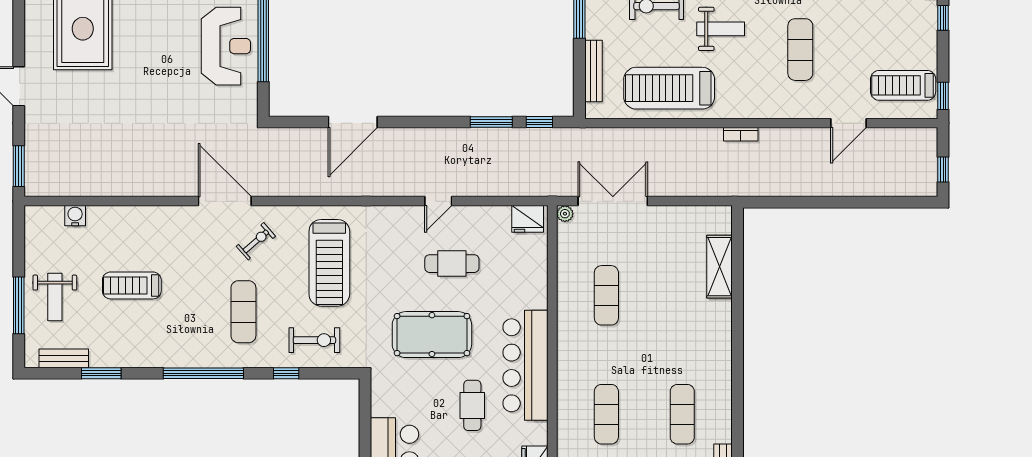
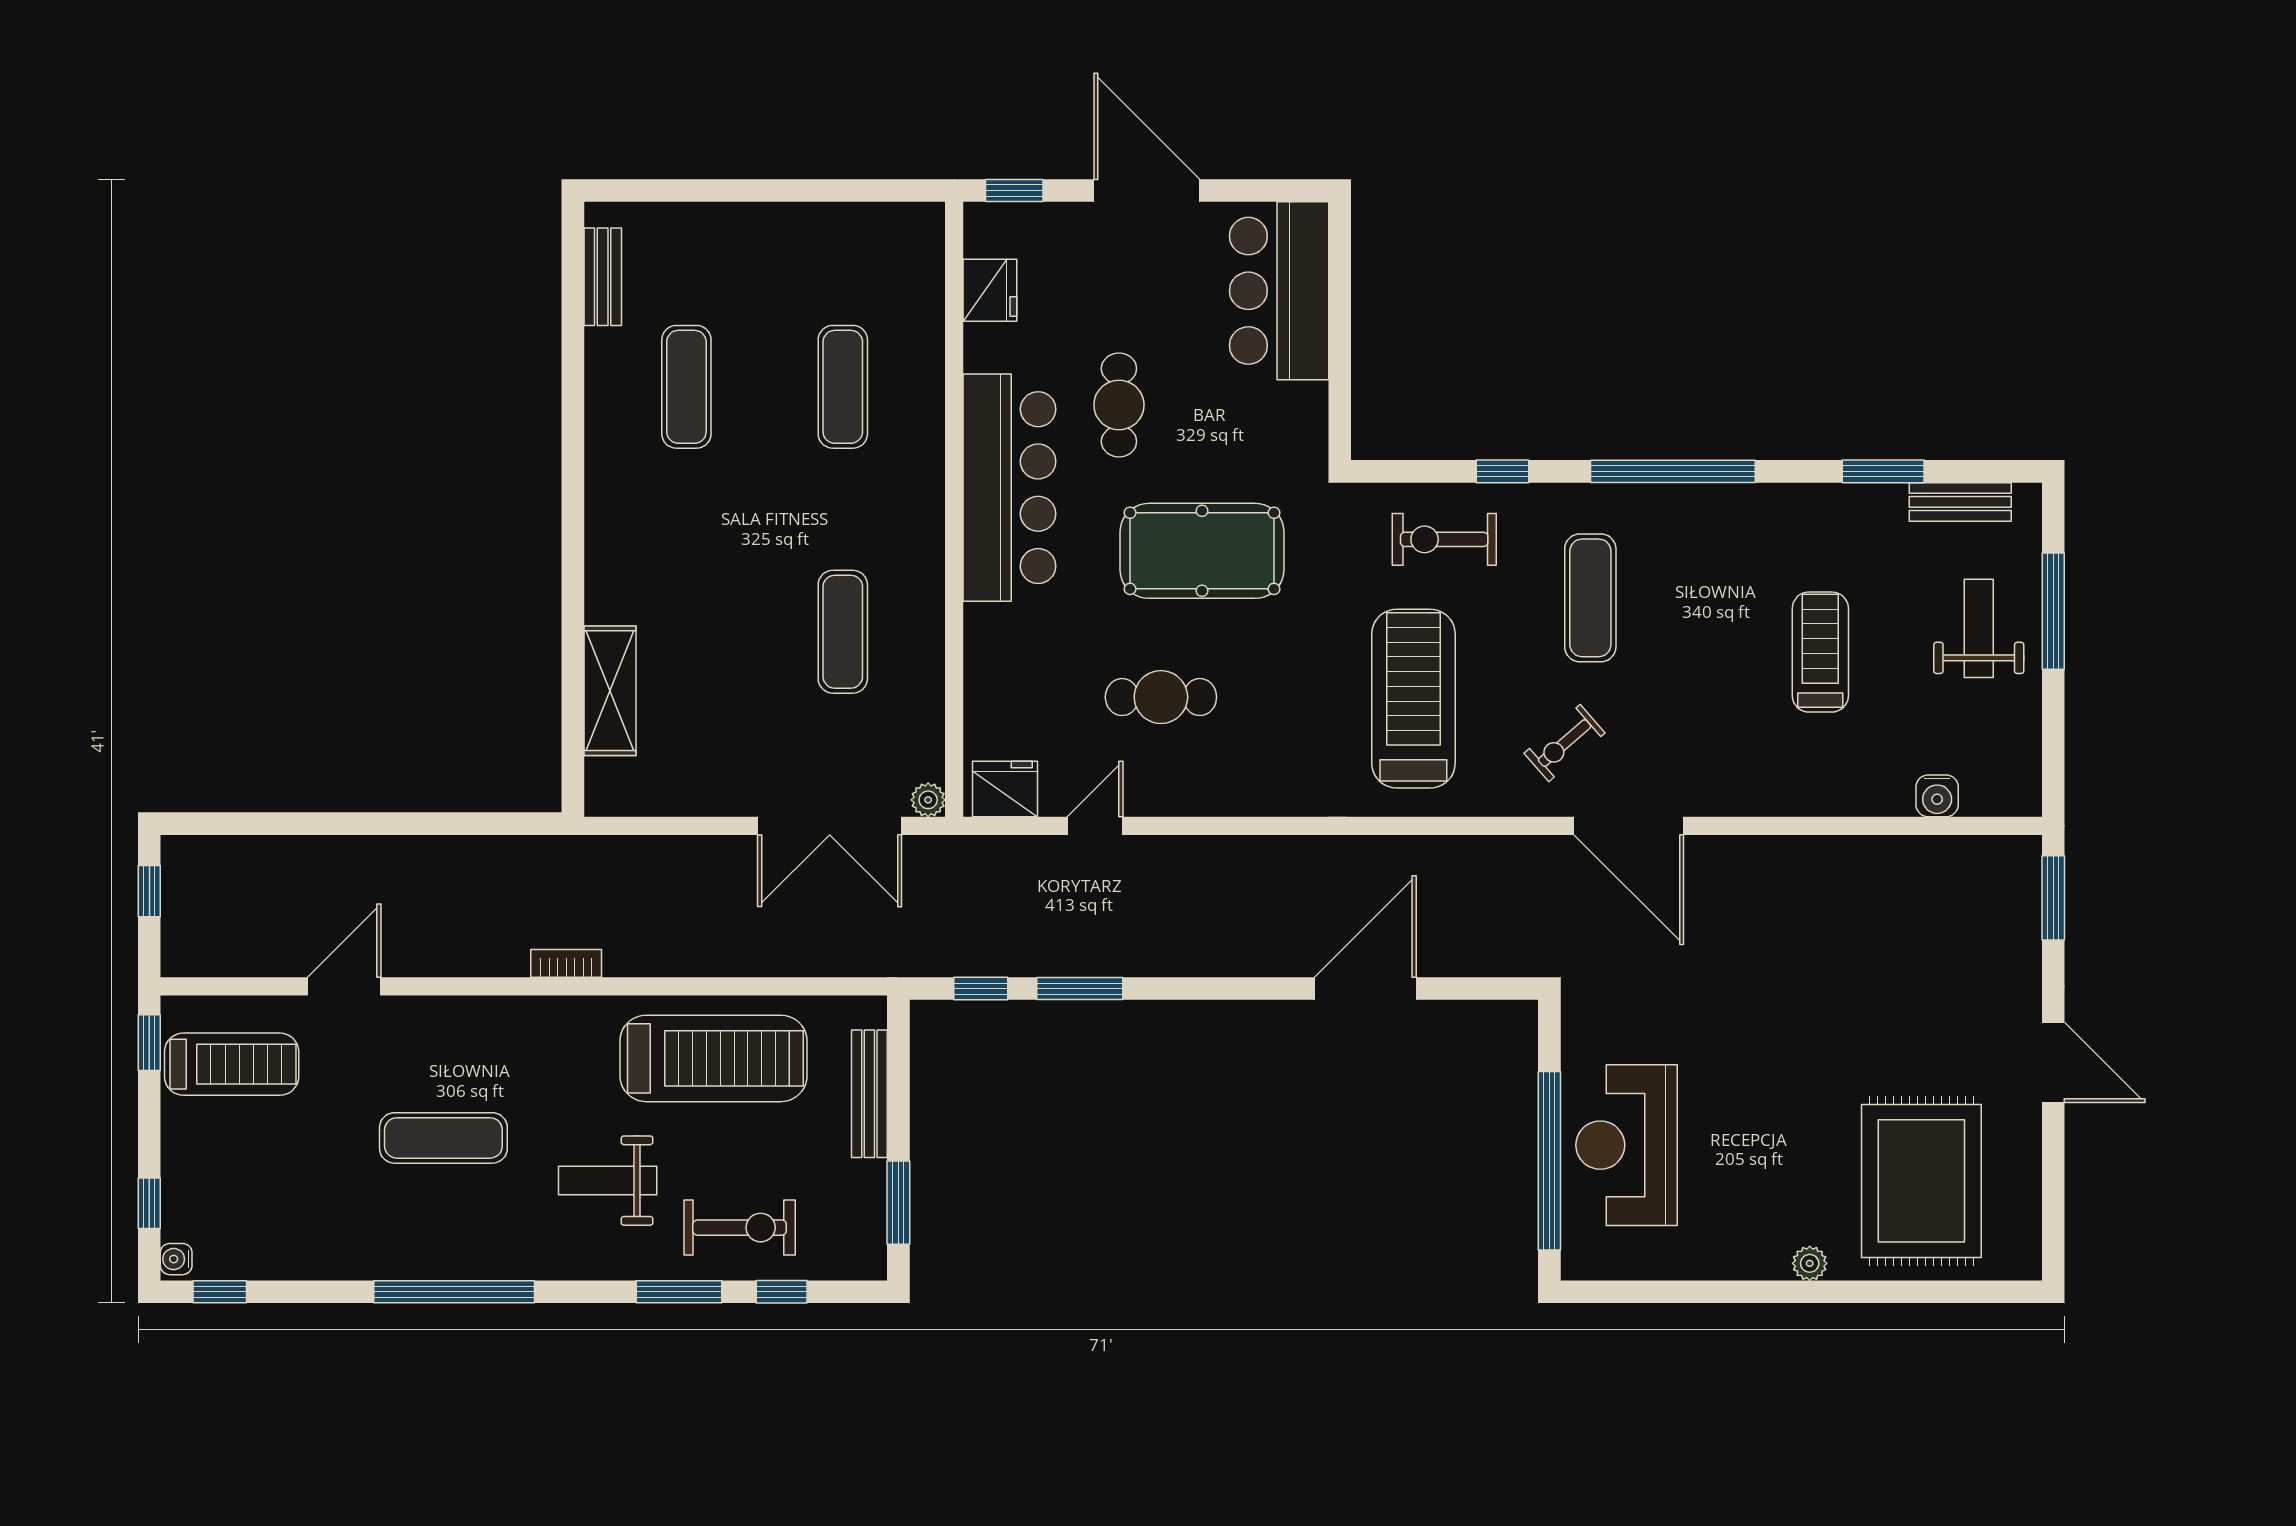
exercise mat: (800, 50) -> (443, 1138), turned 90
door: (438, 201) -> (1095, 826), moved
treadmill: (132, 285) -> (1820, 652), turned -90

